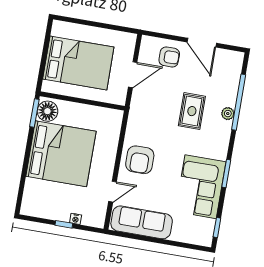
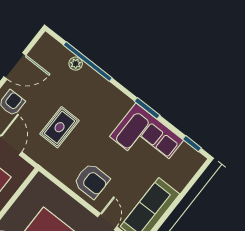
rug: (192, 111) -> (60, 127), moved, turned 90
plant: (228, 114) -> (76, 64), moved

